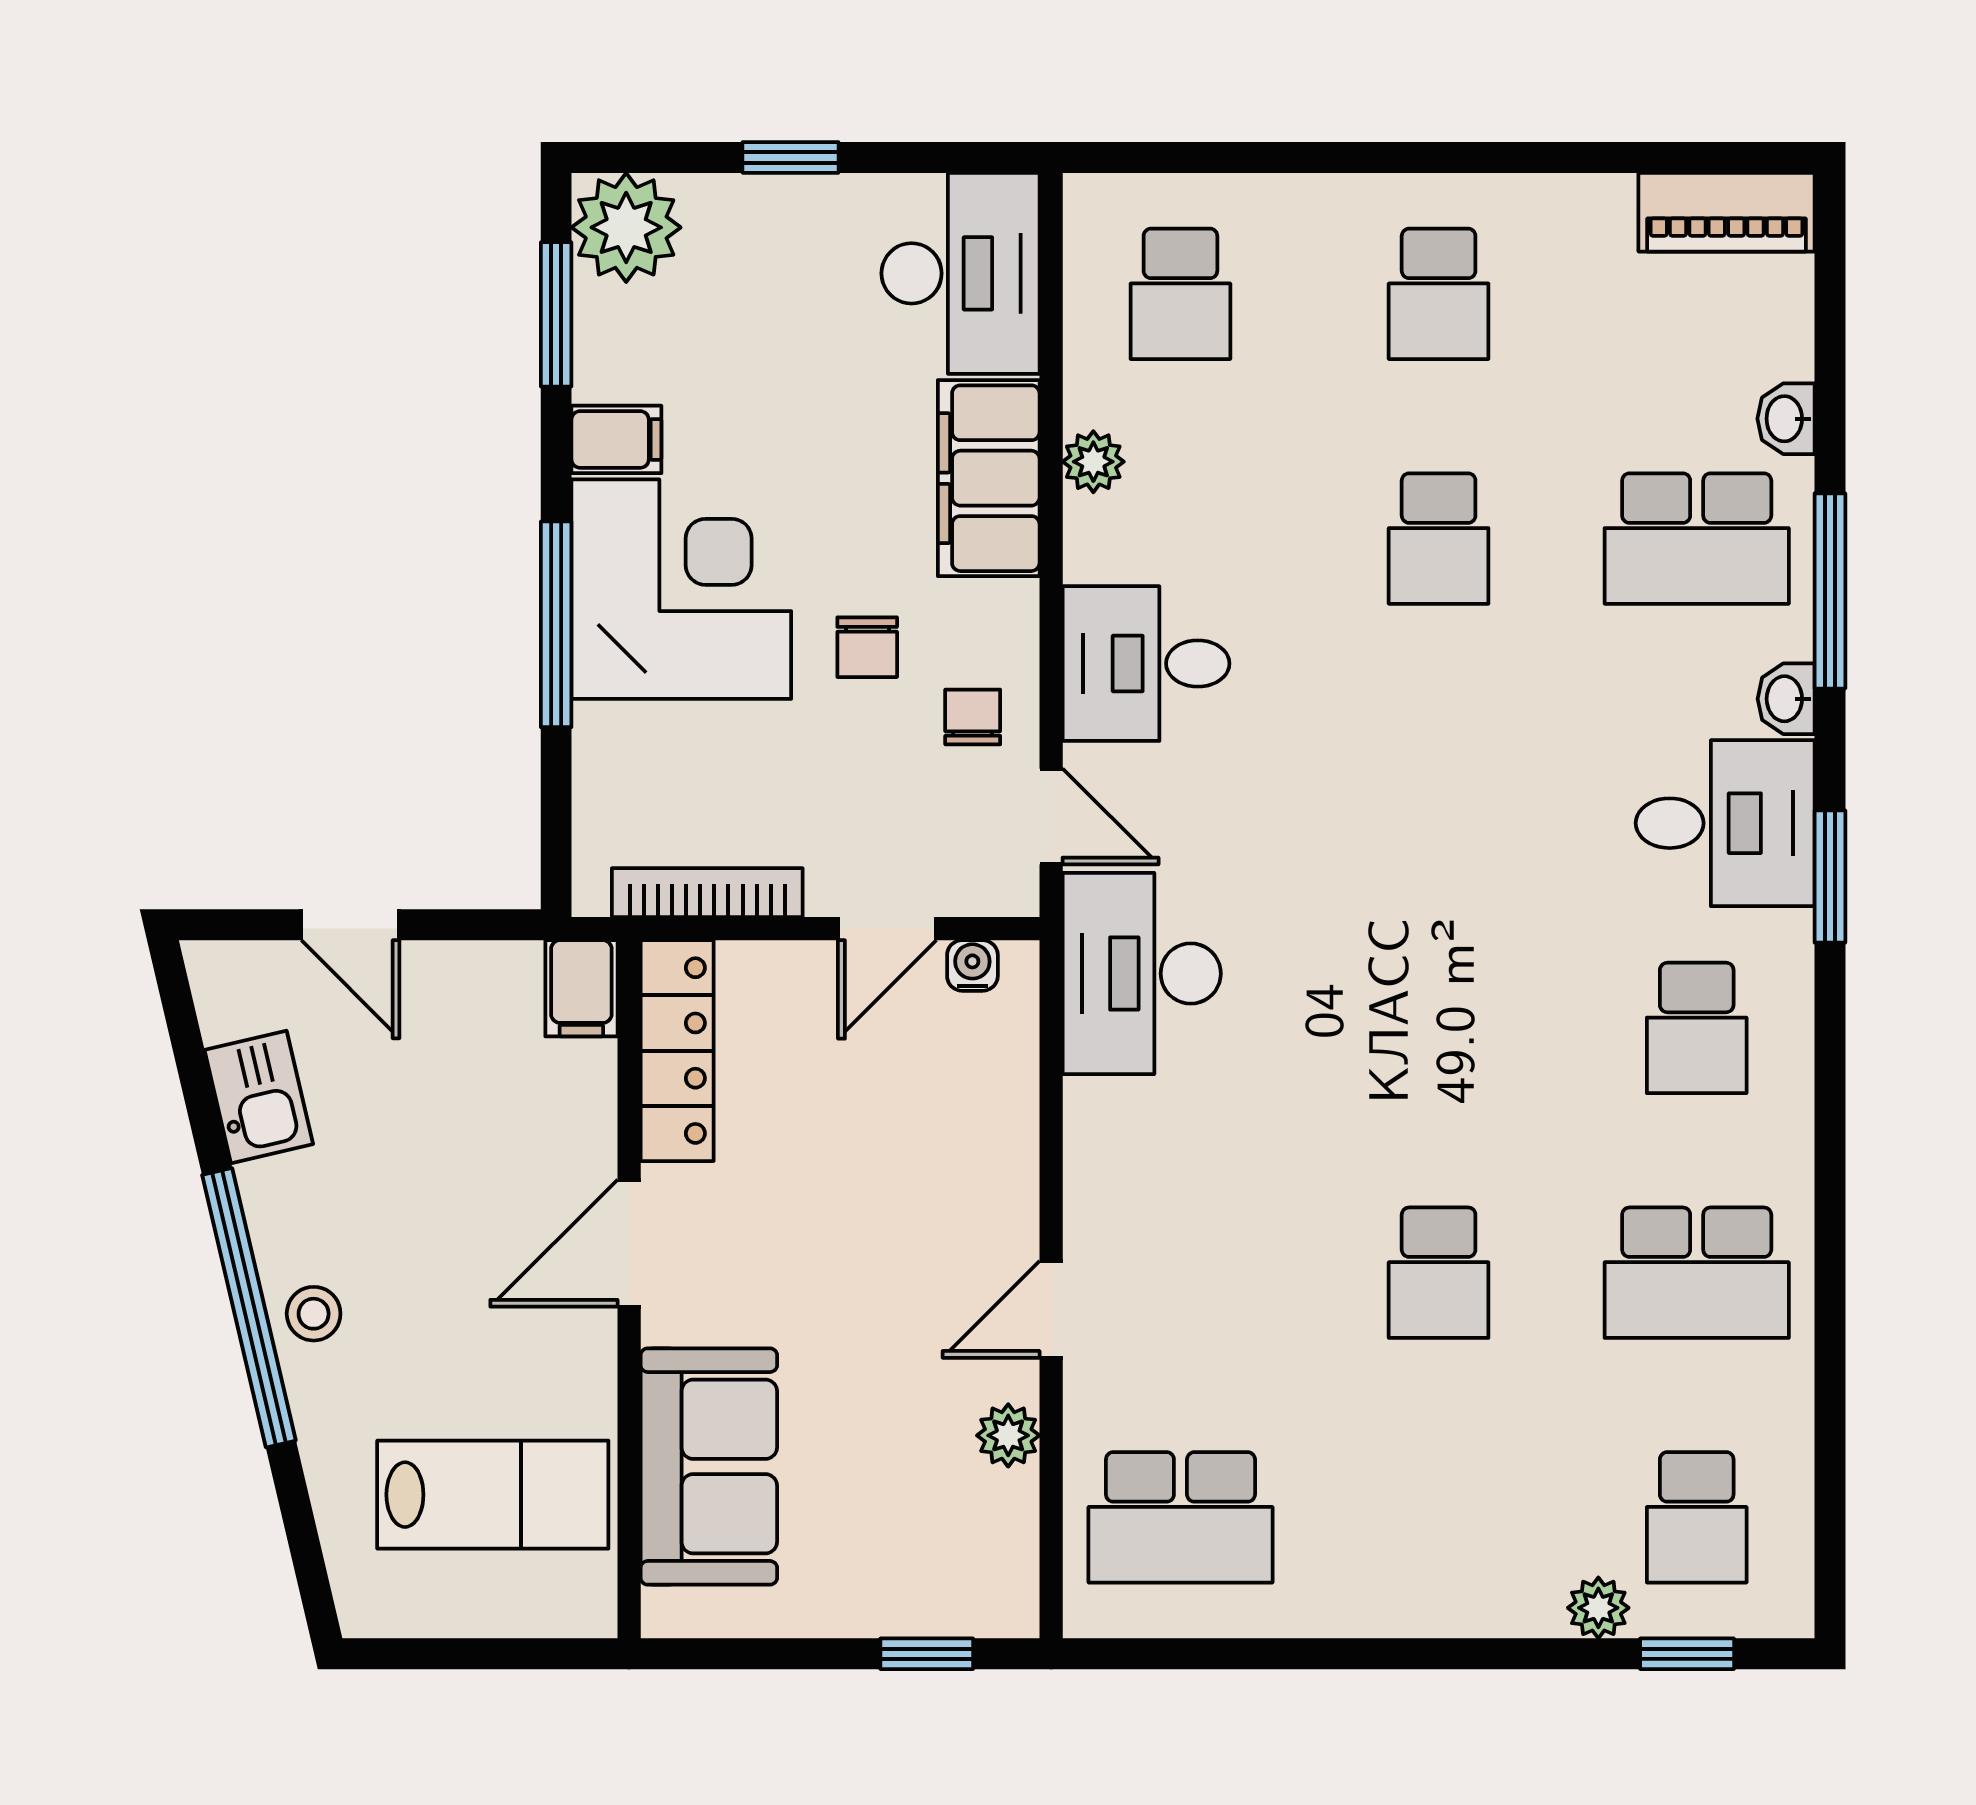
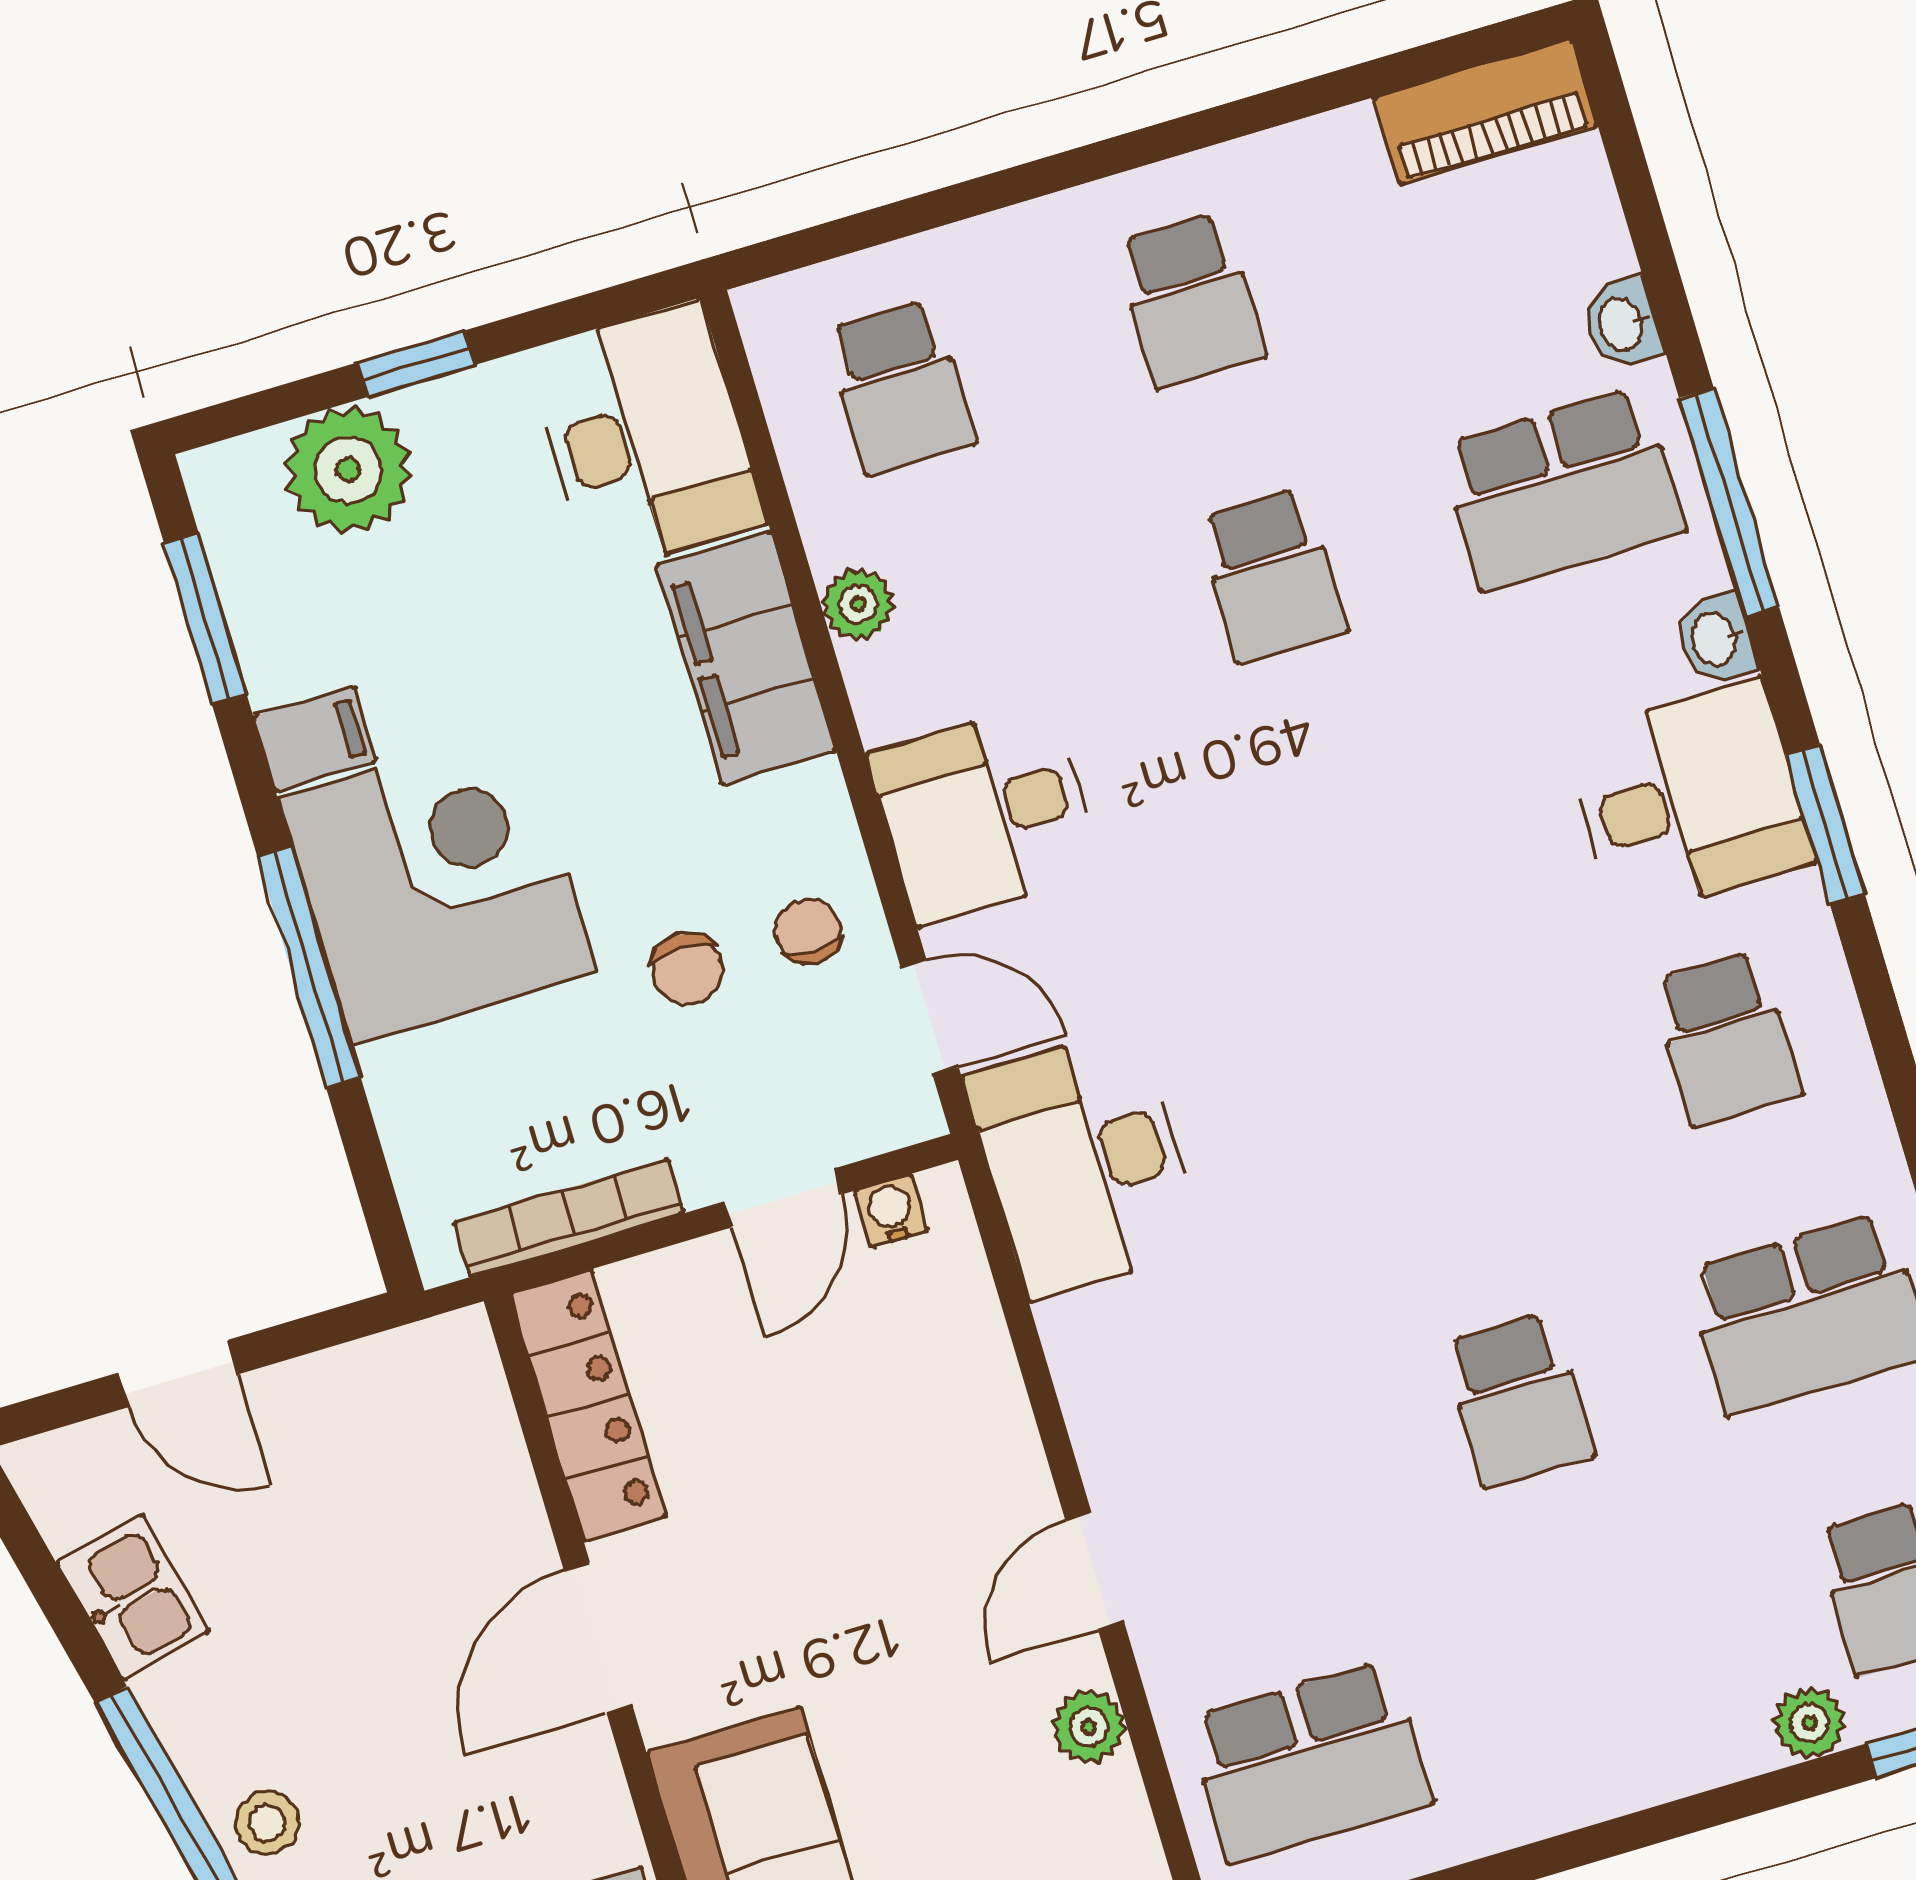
plant: (626, 227) -> (348, 470), moved
chair: (867, 647) -> (687, 969), moved
filing cabinet: (581, 988) -> (459, 1367), removed

